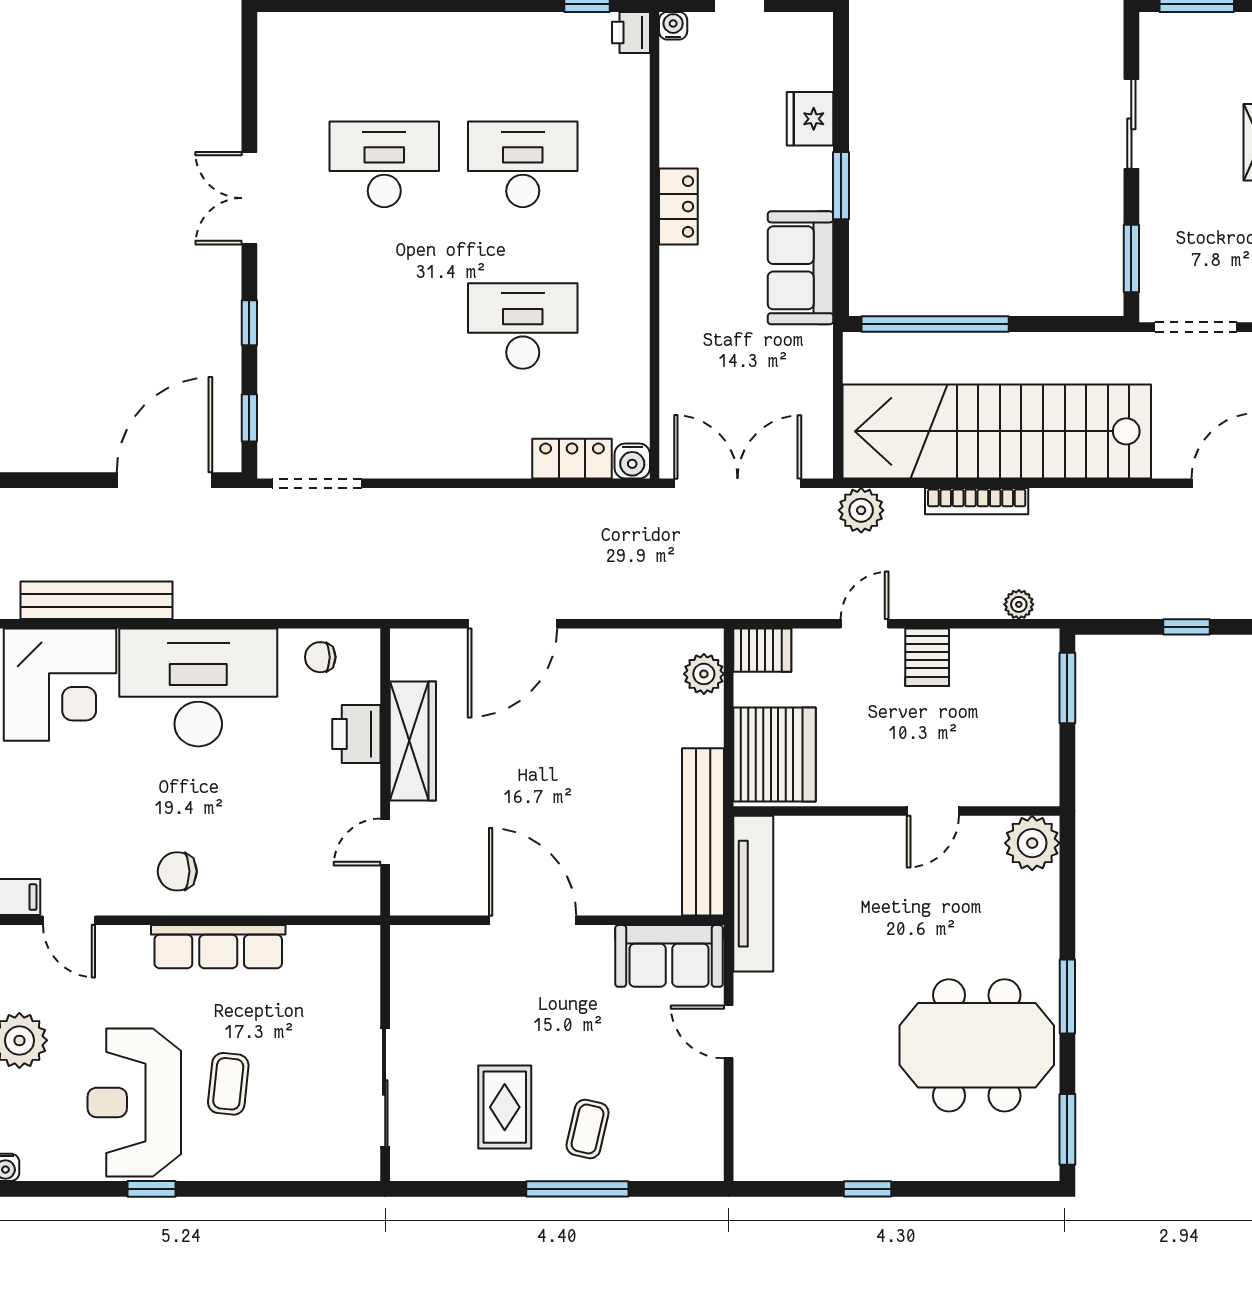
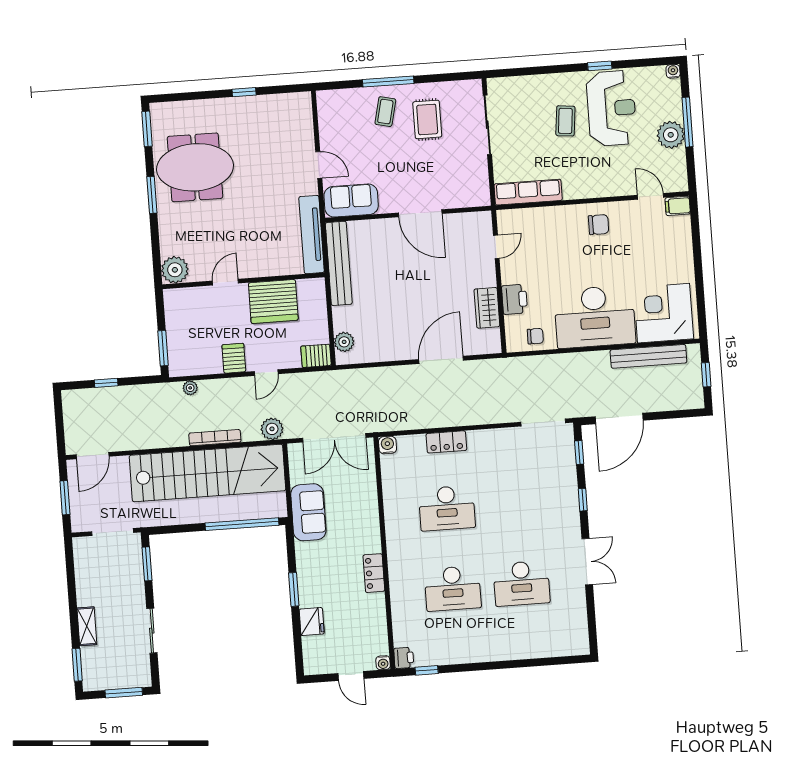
sofa: (800, 268) -> (308, 512), moved
locker: (572, 459) -> (446, 442), moved
wardrobe: (413, 741) -> (487, 308), width x0.67
server rack: (775, 754) -> (273, 302), moved, turned -90
row of seats: (218, 947) -> (528, 192), moved

